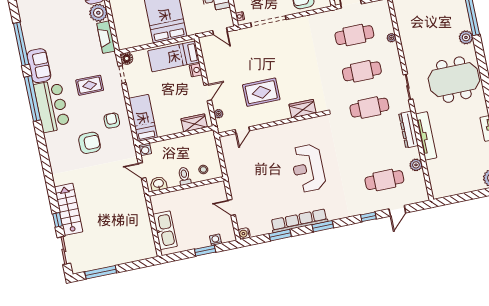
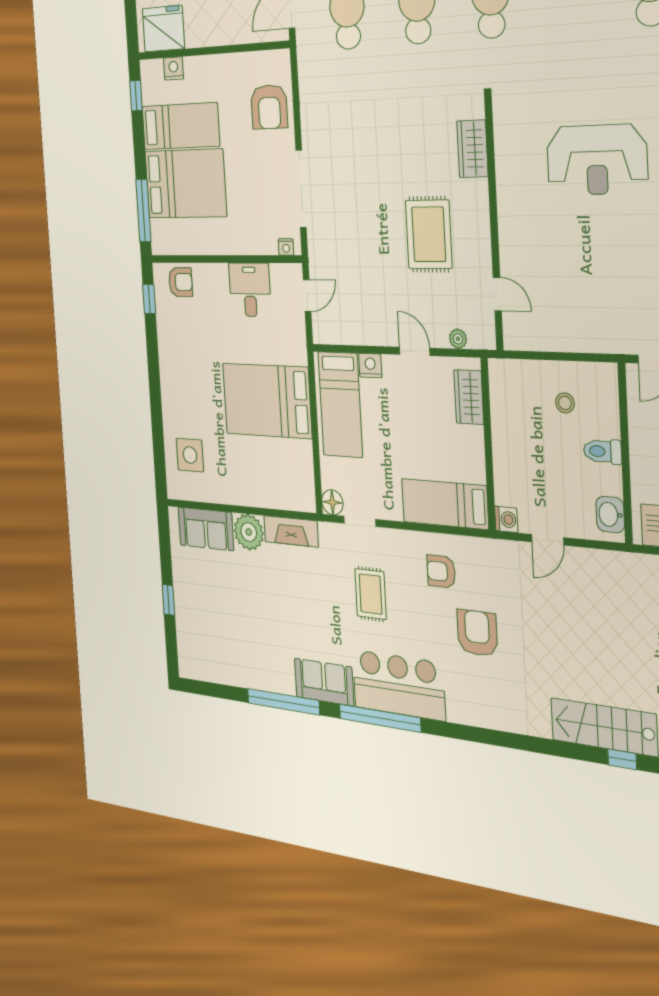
toilet: (184, 176) -> (602, 451), moved
washbasin: (159, 184) -> (610, 515), moved
wall: (186, 186) -> (625, 454), moved

